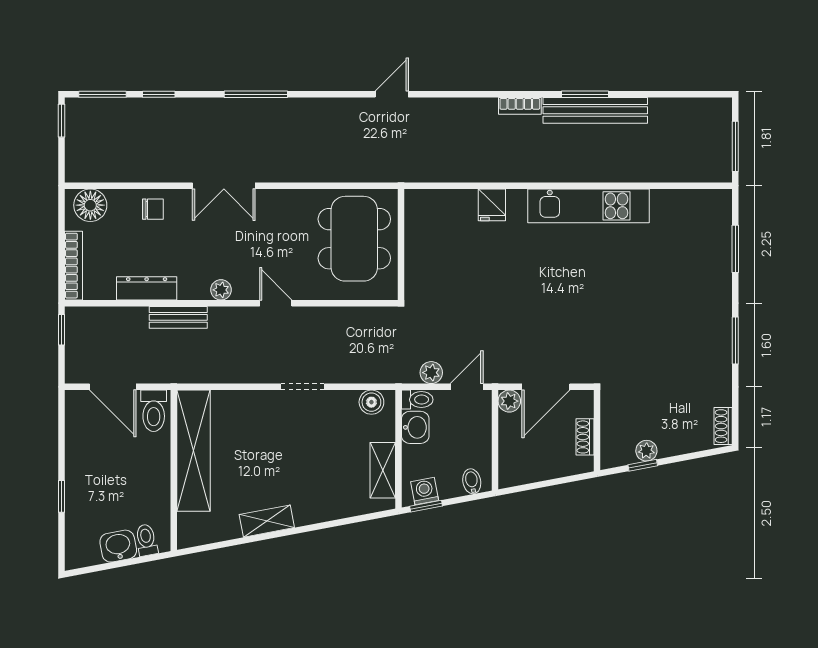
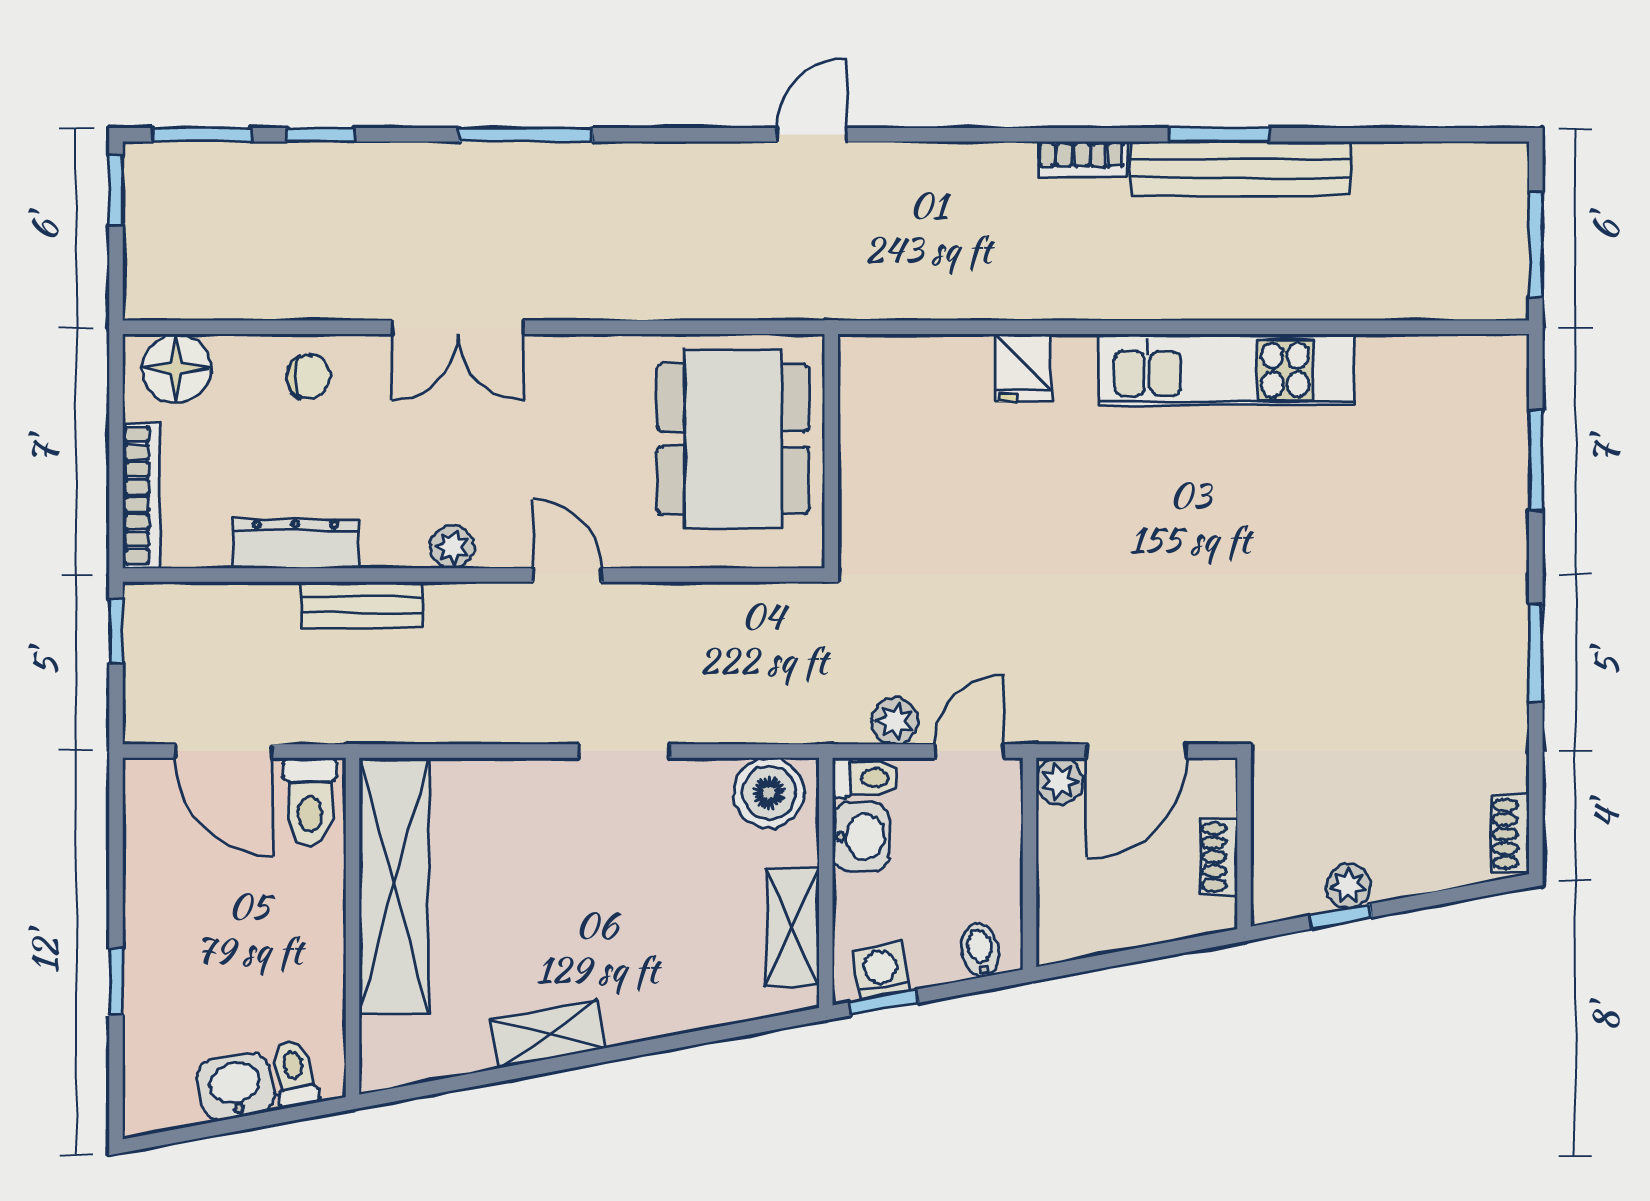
boiler: (371, 402) -> (769, 793), width x1.36, depth x1.36

